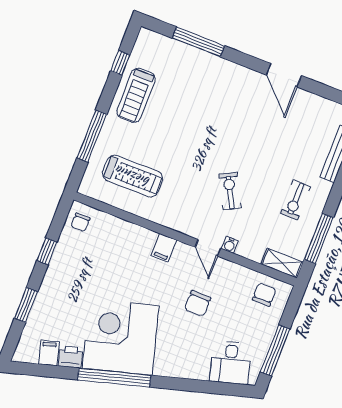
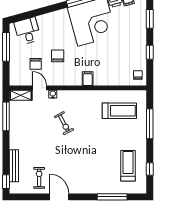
treadmill: (136, 95) -> (128, 166), moved
treadmill: (133, 176) -> (119, 111), turned 180
exercise bike: (295, 200) -> (39, 178), moved
door: (208, 248) -> (40, 88), moved
chair: (264, 295) -> (36, 64), moved

